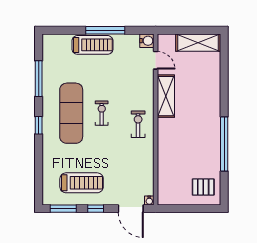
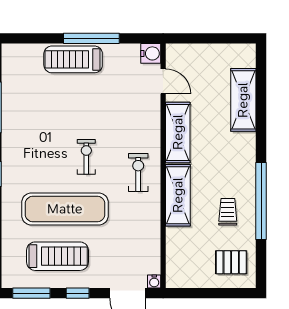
shelving: (198, 43) -> (243, 100), moved, turned 90
treadmill: (92, 45) -> (73, 59), turned 180
exercise mat: (71, 113) -> (65, 209), moved, turned 90
shelving: (166, 140) -> (178, 195), added
trolley: (201, 152) -> (228, 212), added

